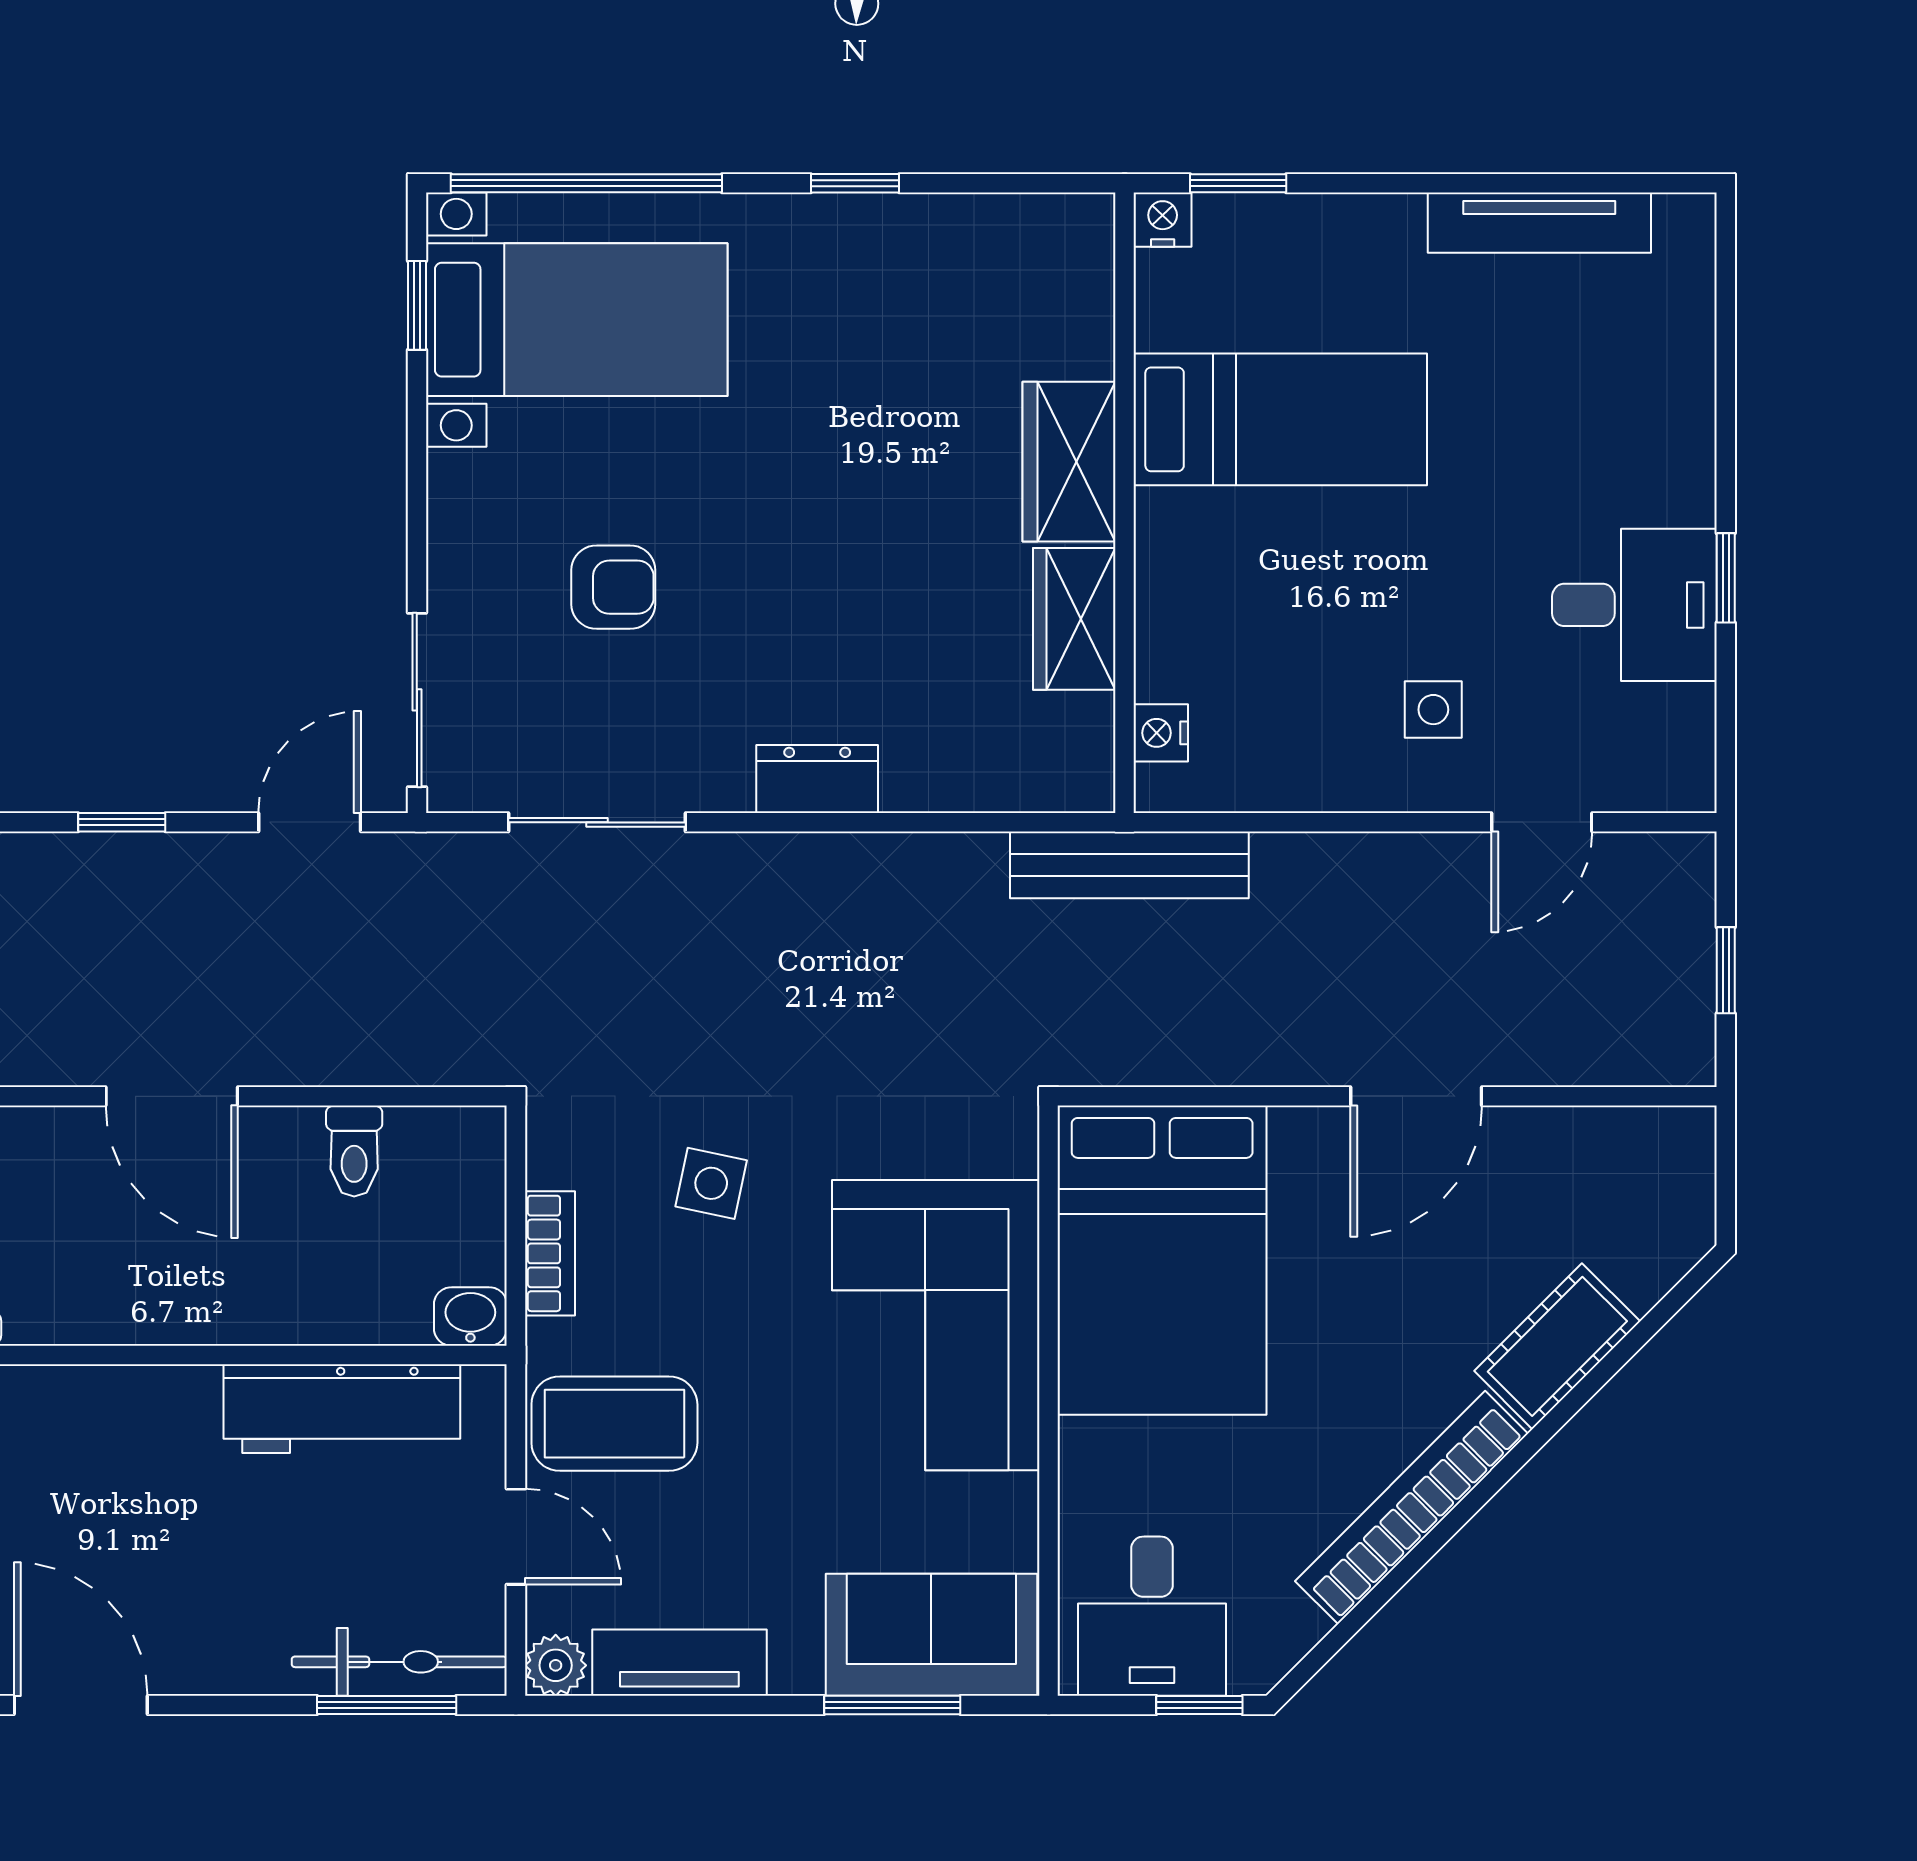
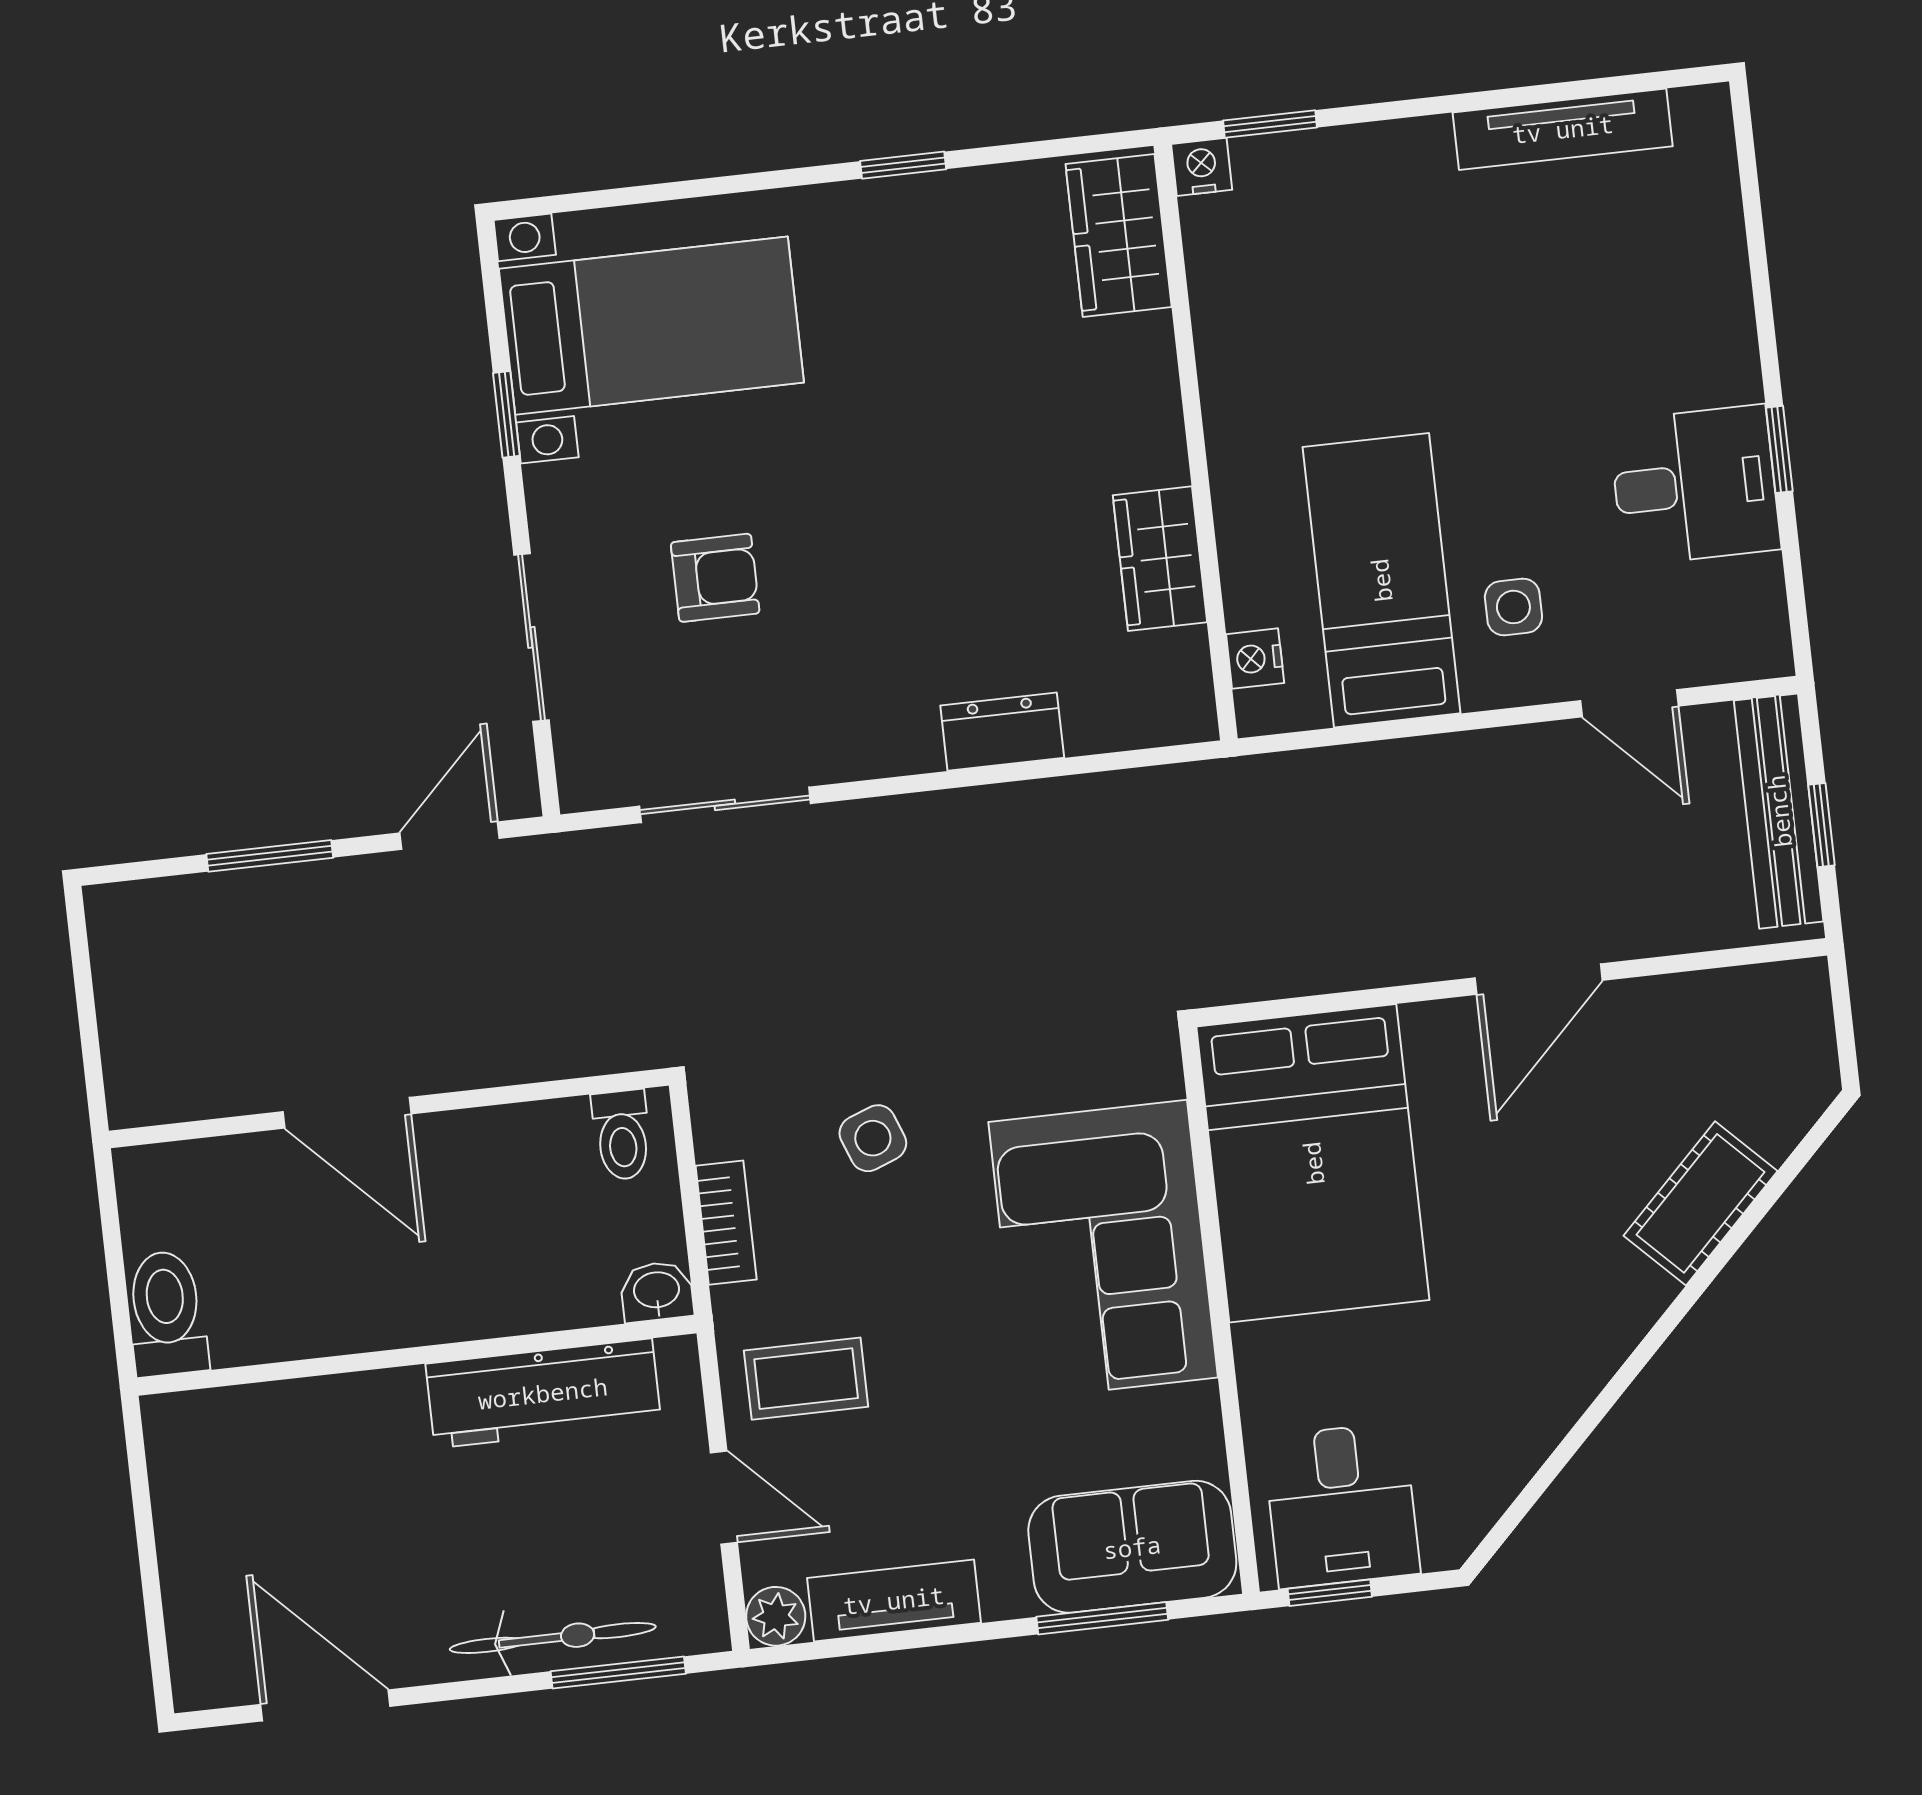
window: (586, 183) -> (646, 194), removed
window: (417, 305) -> (506, 414), moved
bed: (1280, 419) -> (1381, 580), moved, turned -90
wardrobe: (1069, 462) -> (1119, 236), moved
sliding door: (417, 700) -> (531, 637), moved
dresser: (817, 779) -> (1002, 732), moved
window: (122, 822) -> (270, 856), width x1.50
door: (1542, 822) -> (1629, 703), hinge flipped
bench: (1129, 865) -> (1779, 811), moved, turned 90
toilet: (354, 1151) -> (622, 1135), moved
side table: (711, 1183) -> (873, 1138), turned -33
coffee table: (614, 1424) -> (806, 1379), width x0.73, depth x0.77
bookcase: (1412, 1507) -> (1578, 1373), removed
bicycle: (399, 1662) -> (553, 1638), moved
window: (1199, 1705) -> (1330, 1593), moved

